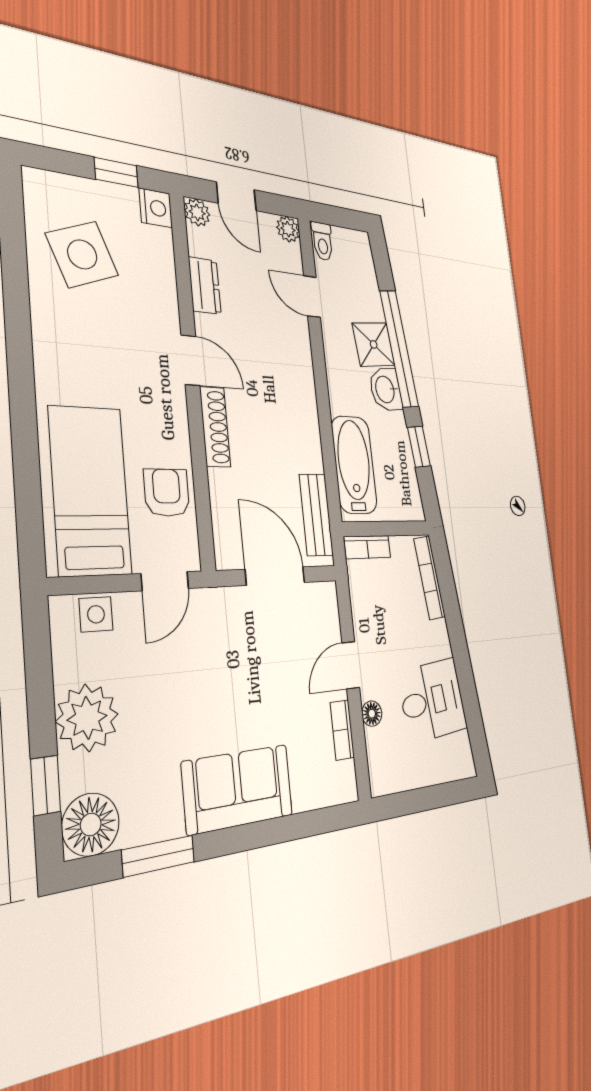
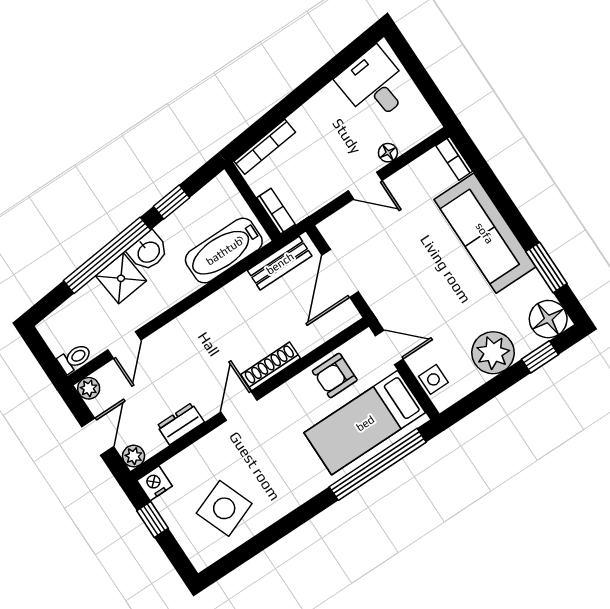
window: (27, 471) -> (378, 464), added
desk: (432, 700) -> (374, 85), moved
bookcase: (342, 730) -> (454, 158), moved, turned 90
sofa: (238, 789) -> (485, 233), width x1.36

